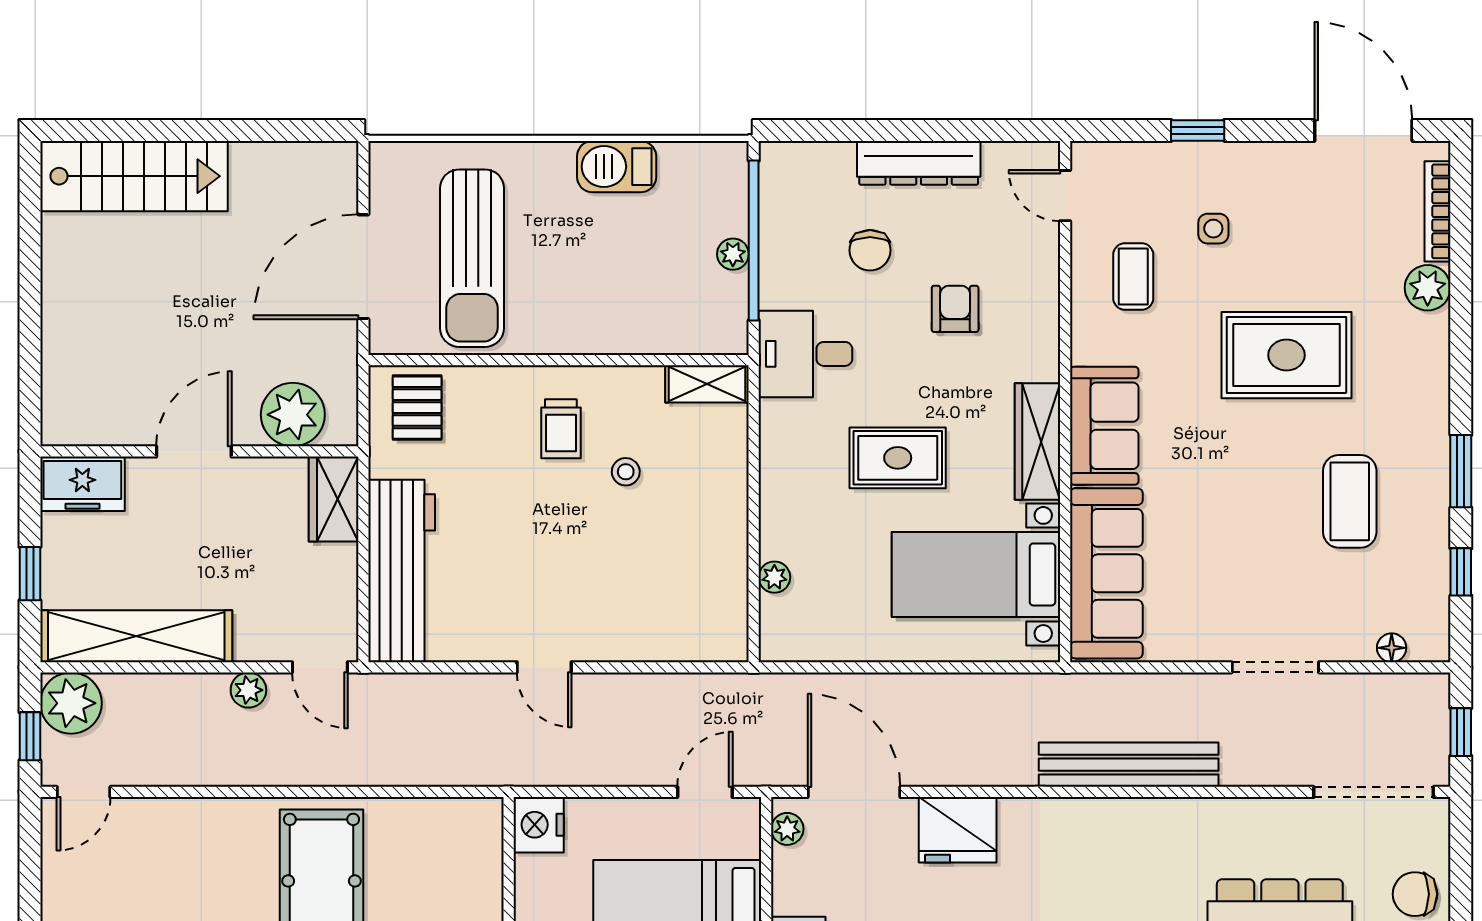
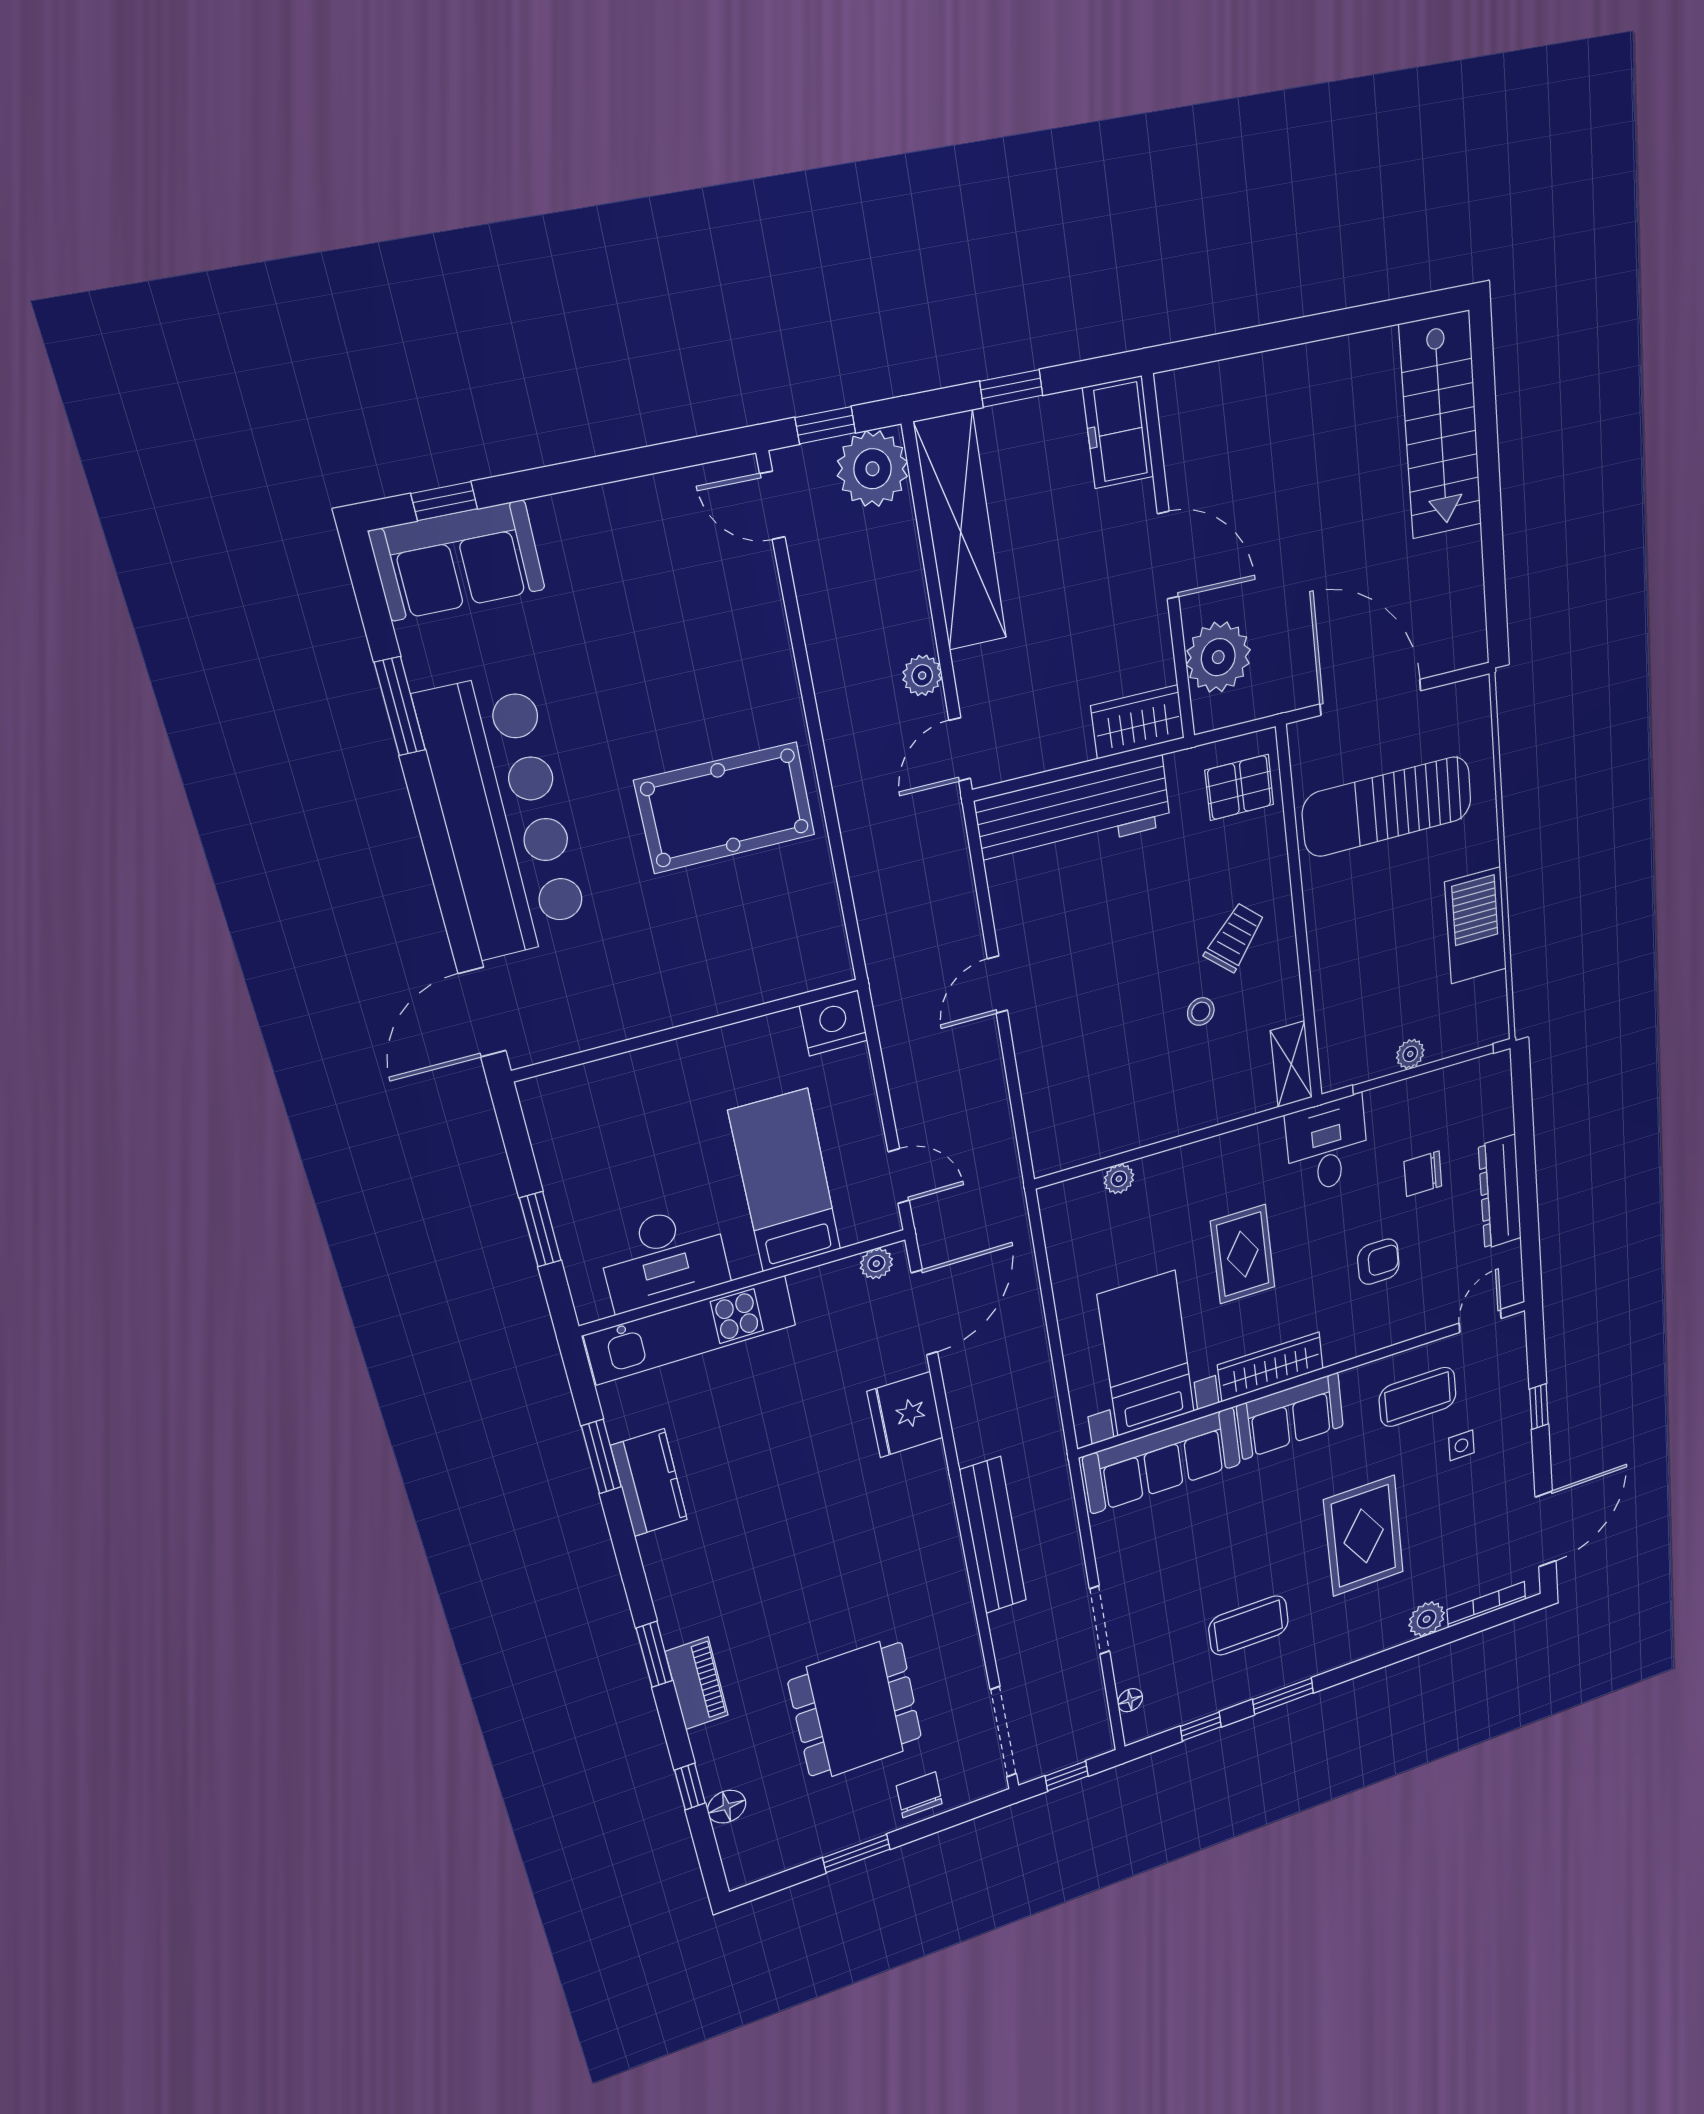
barbecue: (617, 167) -> (1476, 926), width x1.37, depth x1.21
coffee table: (1133, 277) -> (1418, 1397), width x1.36, depth x1.30
trolley: (561, 429) -> (1235, 938), turned 131

